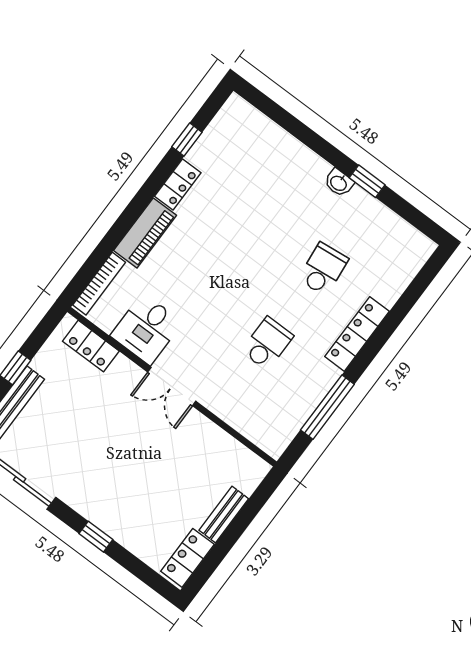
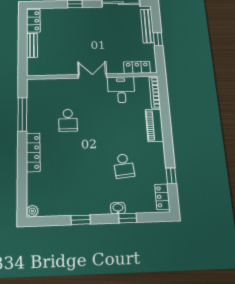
window: (300, 131) -> (128, 218), added
washbasin: (339, 183) -> (118, 208), moved
locker: (178, 185) -> (162, 197), moved
plant: (424, 247) -> (32, 211), added
school desk: (323, 269) -> (124, 166), moved

